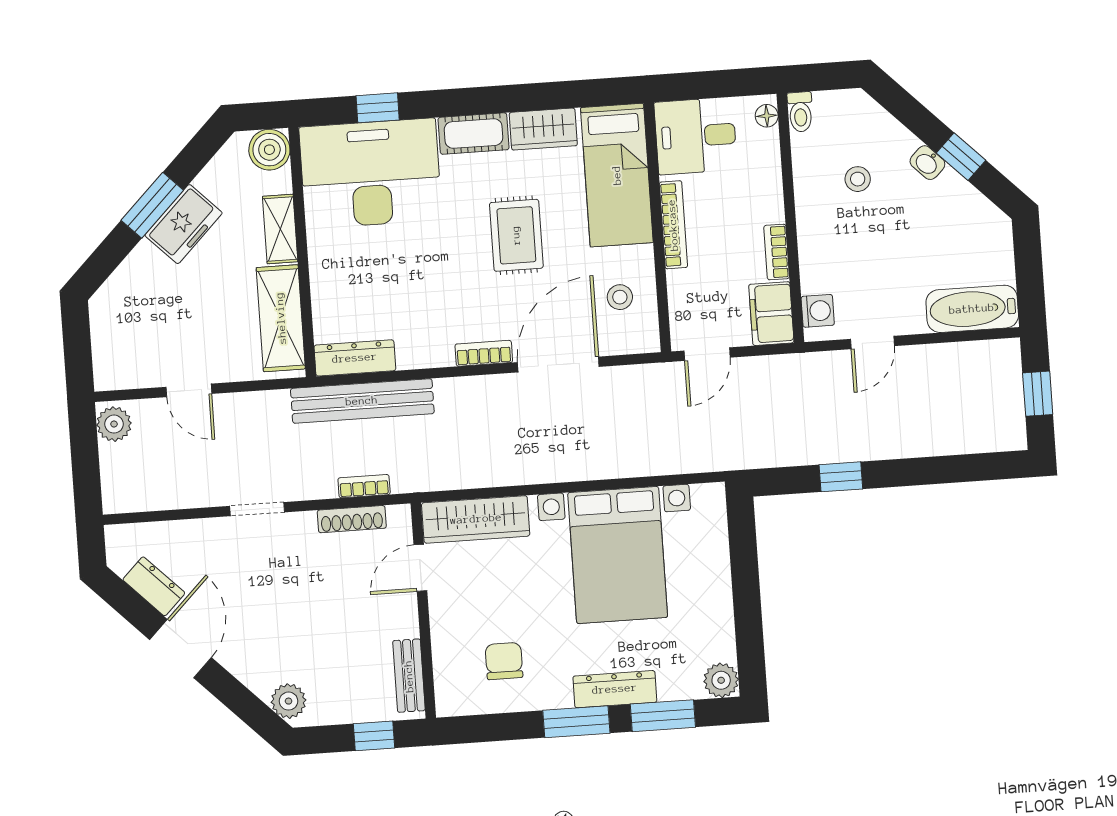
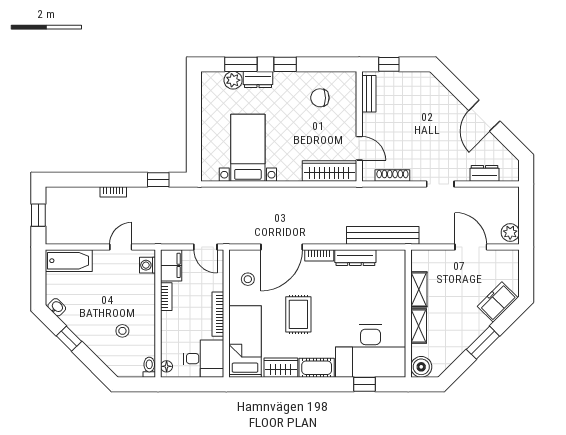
washbasin: (927, 163) -> (57, 307), moved
freezer: (184, 224) -> (498, 302), moved
shelving: (281, 318) -> (419, 289), width x0.67, depth x0.75
door: (707, 354) -> (205, 247), swing flipped
dresser: (355, 358) -> (355, 258), moved
door: (189, 390) -> (471, 247), width x1.38
window: (841, 477) -> (158, 180), moved
bookcase: (364, 486) -> (113, 192), moved
bed with nightstands: (618, 555) -> (248, 148), width x0.73
door: (420, 568) -> (359, 148), hinge flipped
dresser: (154, 586) -> (485, 173), moved, turned 135
chair: (504, 661) -> (320, 98), turned 90
plant: (721, 680) -> (233, 80), moved
dresser: (615, 689) -> (258, 79), width x0.70
plant: (289, 701) -> (431, 85), removed
window: (576, 722) -> (285, 64), width x0.67

